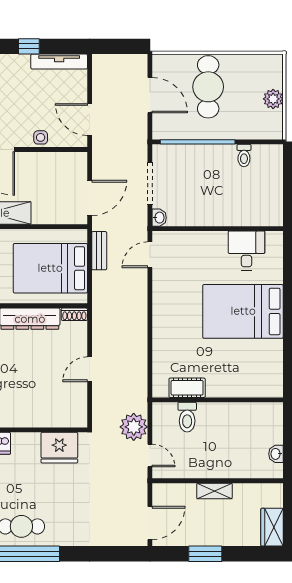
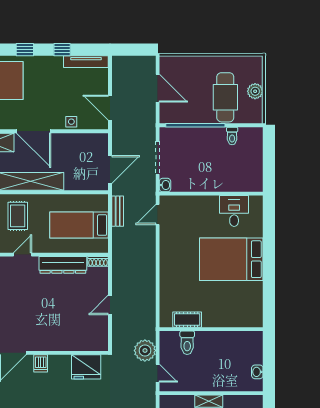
cafe table: (208, 87) -> (225, 97), moved
bed: (50, 268) -> (79, 225), width x0.67

